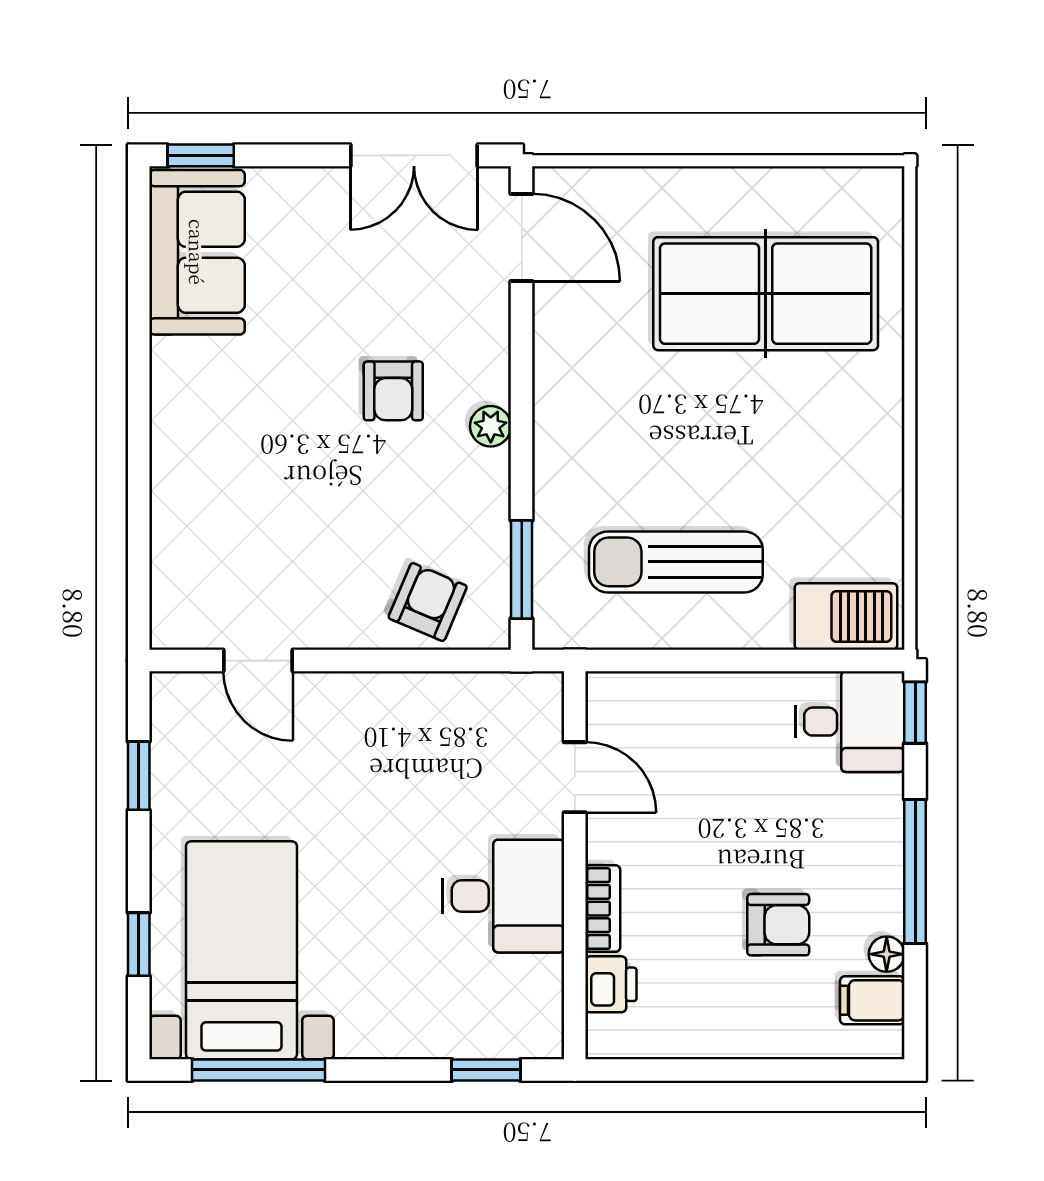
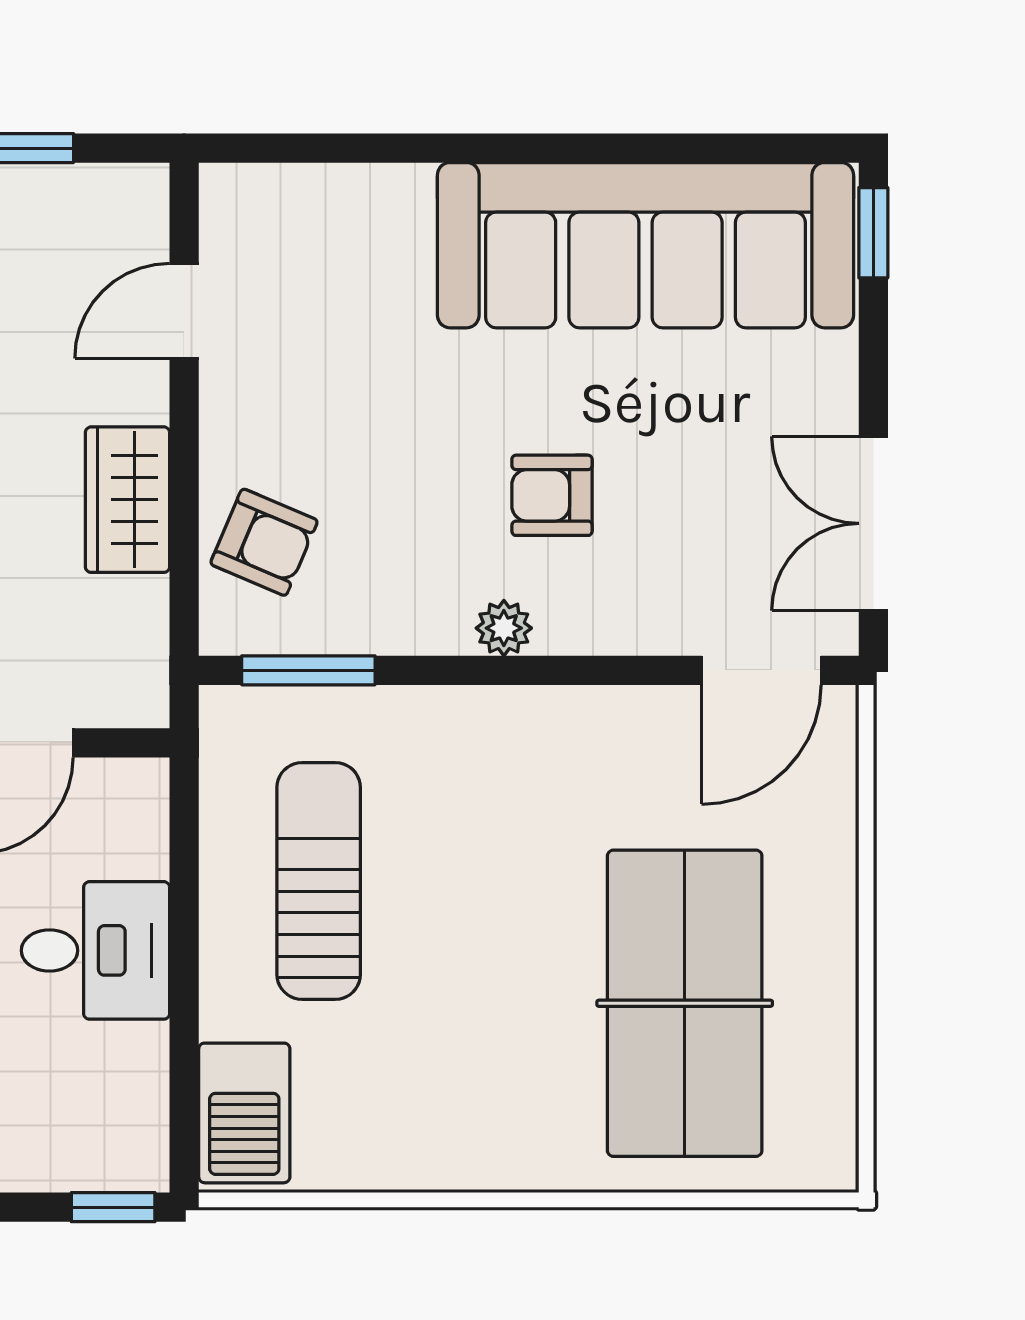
sofa: (197, 252) -> (646, 245), width x1.85, depth x1.27
wardrobe: (396, 702) -> (127, 500), added
desk: (850, 722) -> (95, 950), moved, turned -90

